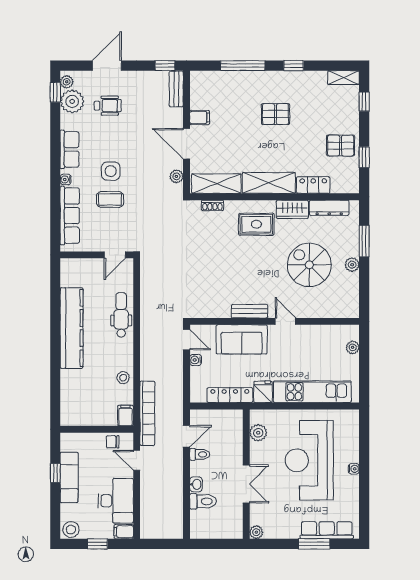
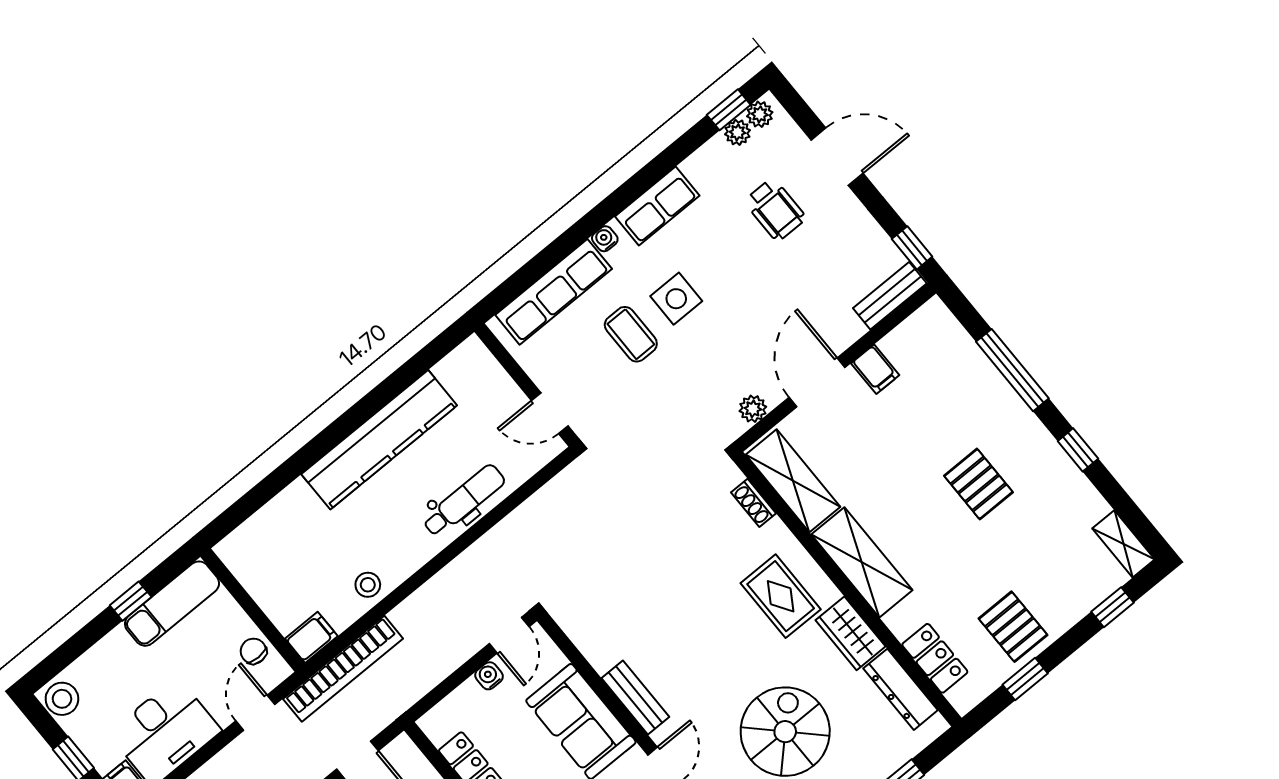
plant: (72, 101) -> (737, 132), width x0.53, depth x0.53
locker: (313, 185) -> (935, 658), moved
exam couch: (69, 477) -> (172, 604), moved

